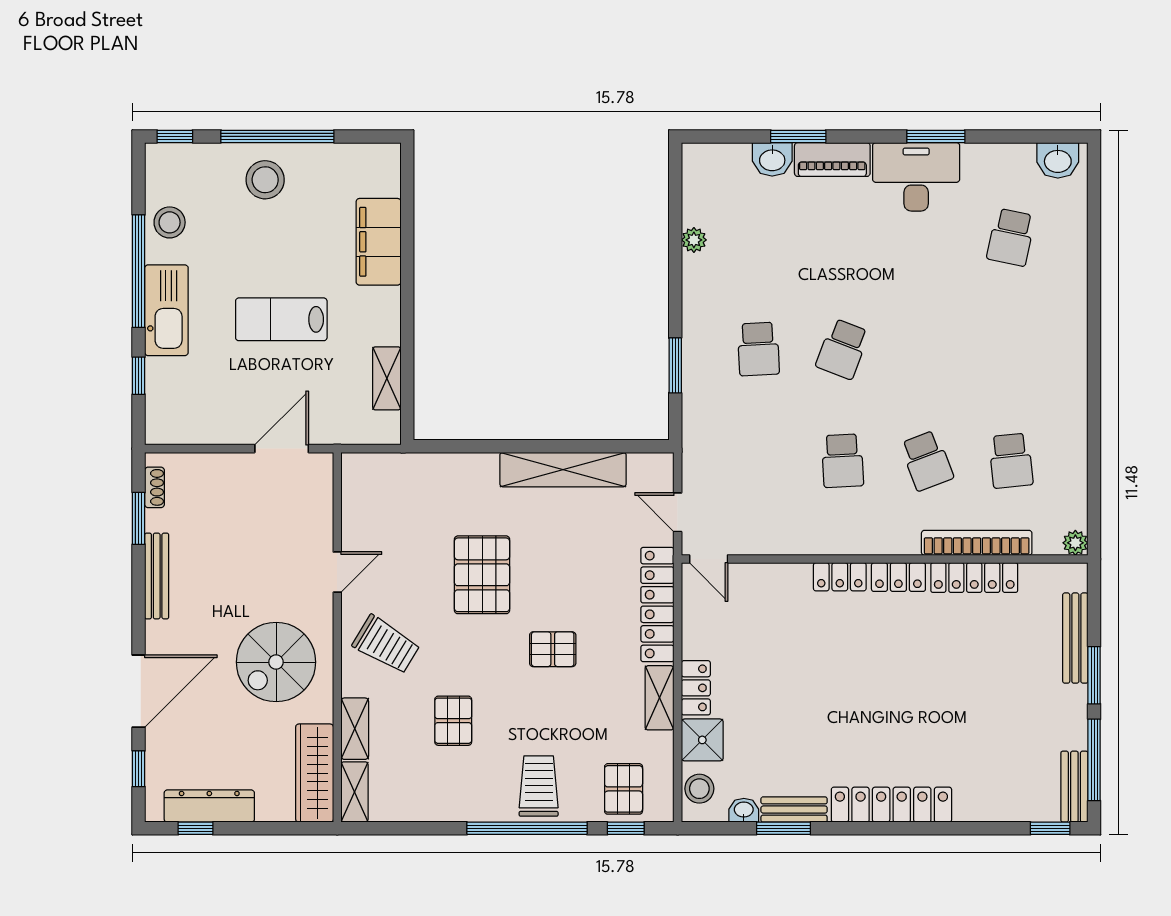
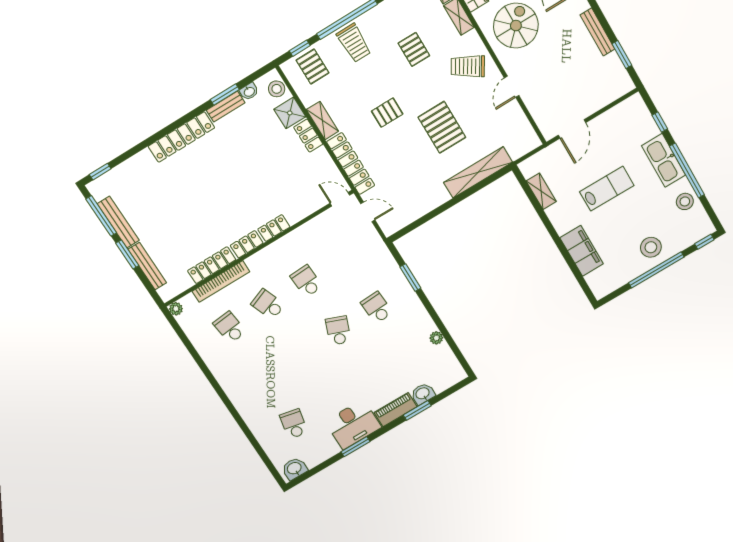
shelving: (563, 470) -> (478, 172), moved
shoe rack: (154, 487) -> (622, 74), removed
bench: (1074, 787) -> (118, 222), moved, width x1.36

